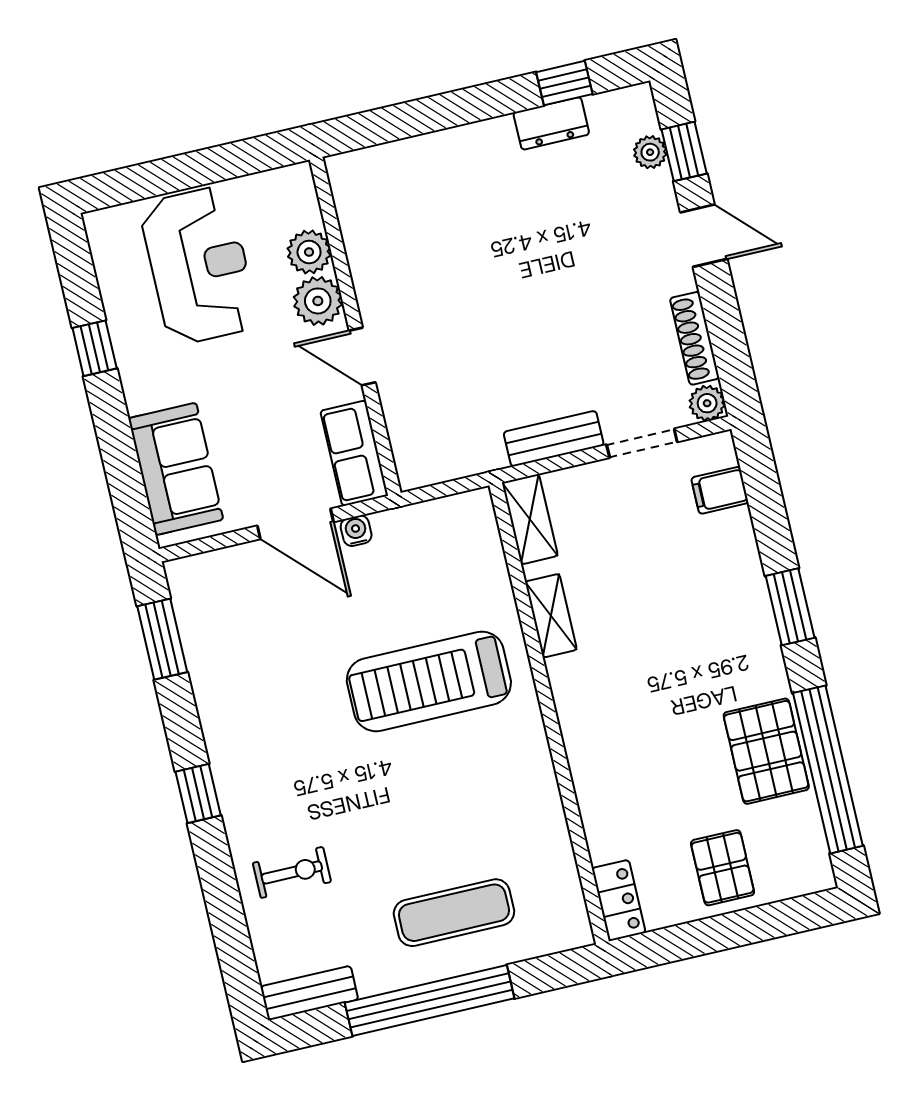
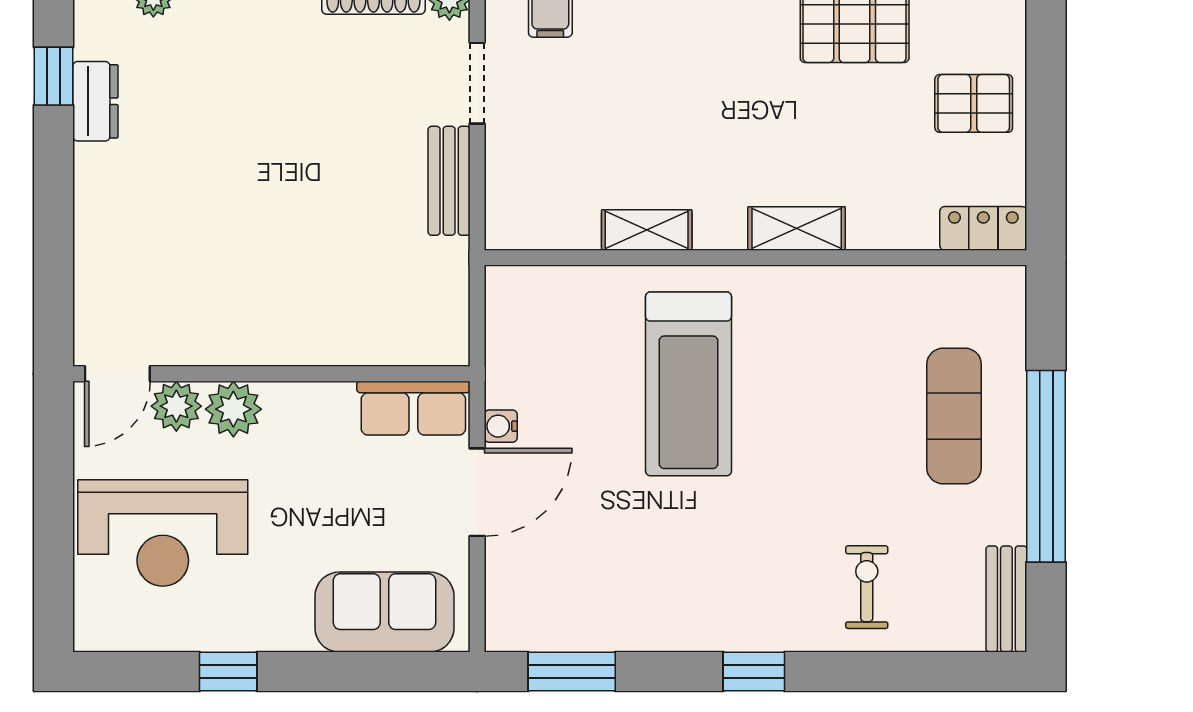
reception desk: (199, 266) -> (163, 533), turned 180
door: (362, 357) -> (117, 374), moved
shelving: (530, 519) -> (797, 228), moved

